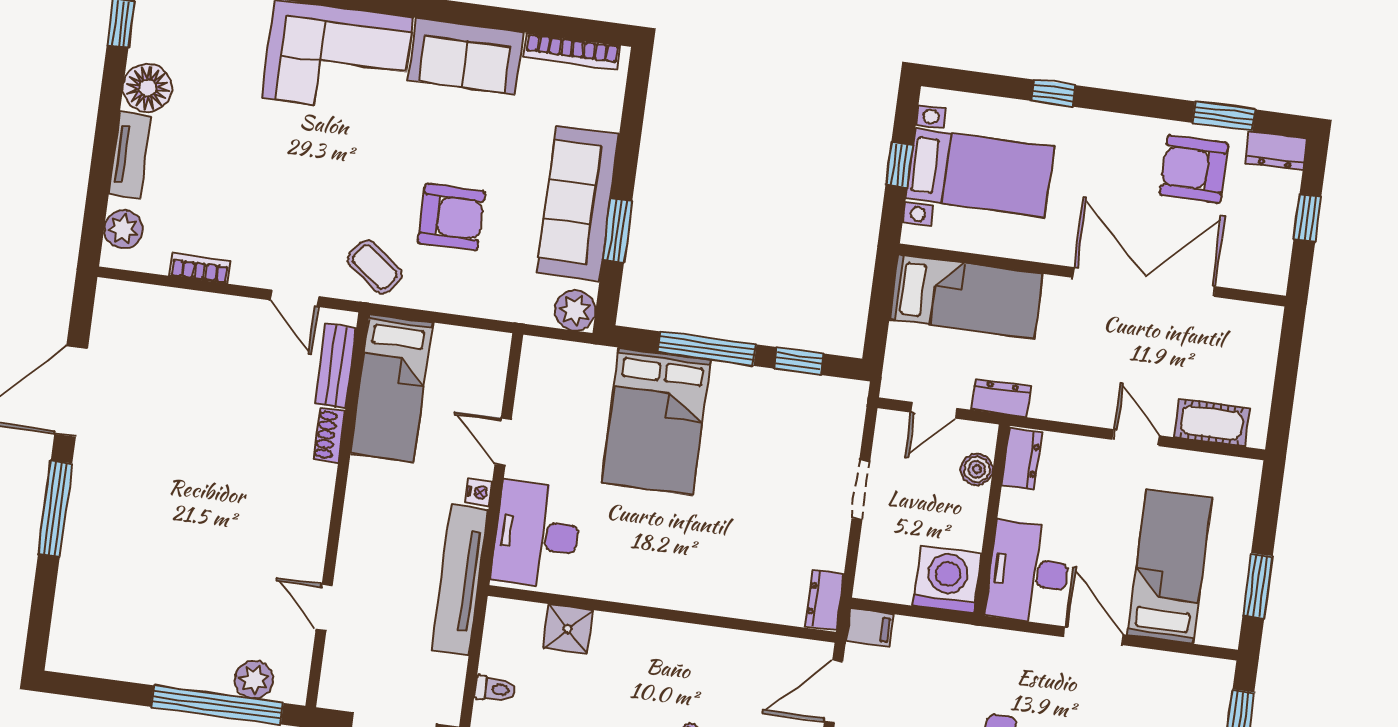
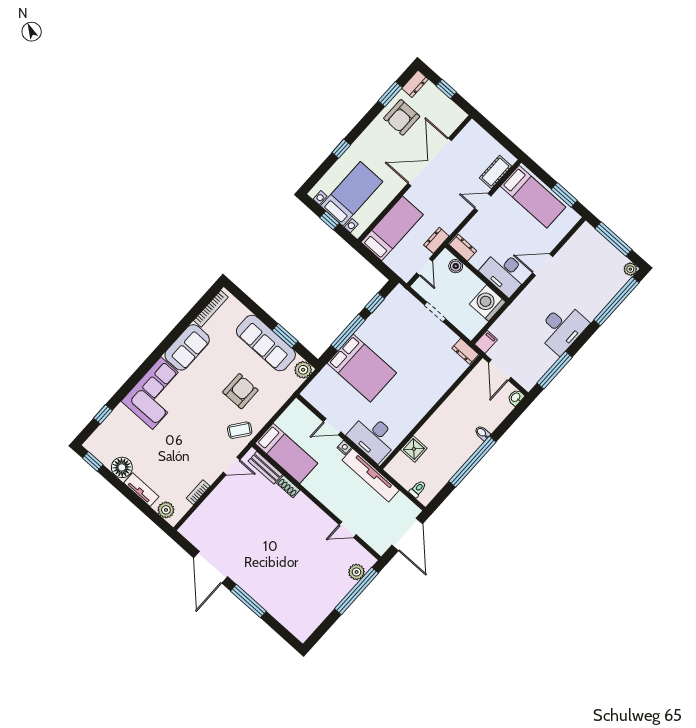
bed: (1170, 566) -> (533, 197), moved, turned 180

